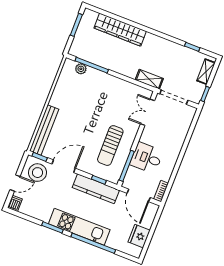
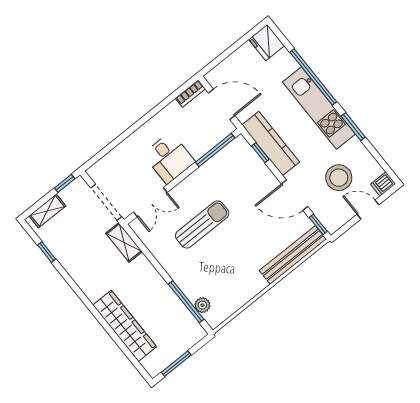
sun lounger: (110, 146) -> (202, 224), moved
desk: (147, 158) -> (169, 158), moved
stool: (37, 173) -> (339, 178), moved
door: (139, 195) -> (222, 104), hinge flipped
fridge: (139, 236) -> (267, 43), moved, turned 90

